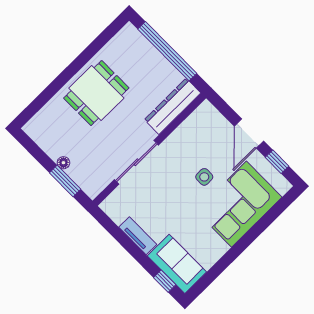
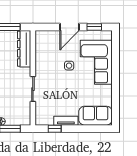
door: (249, 134) -> (69, 27), hinge flipped
sliding door: (136, 162) -> (33, 89), width x0.73
window: (165, 281) -> (55, 129), moved

